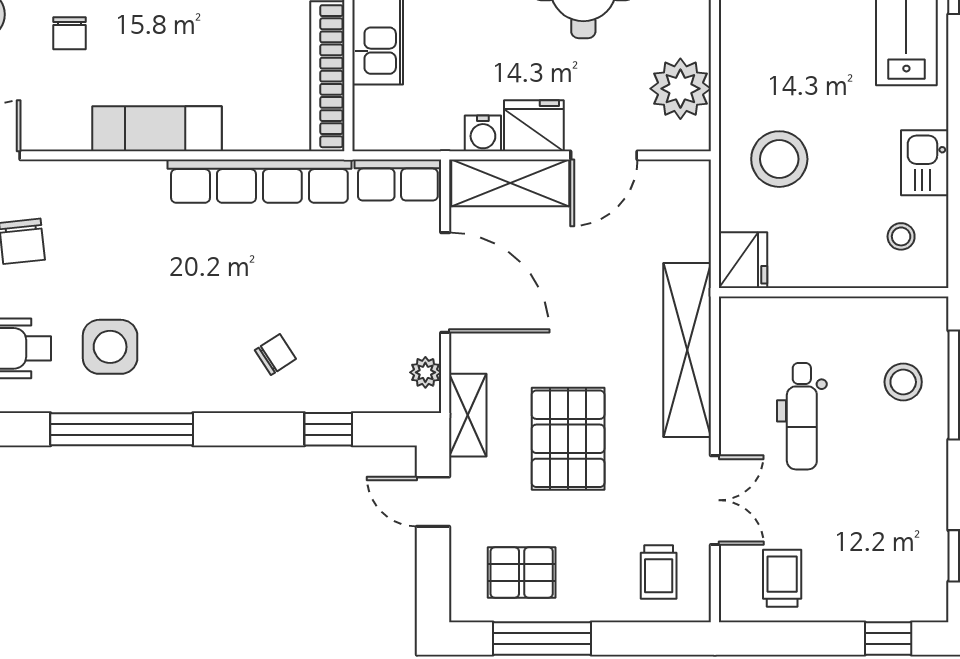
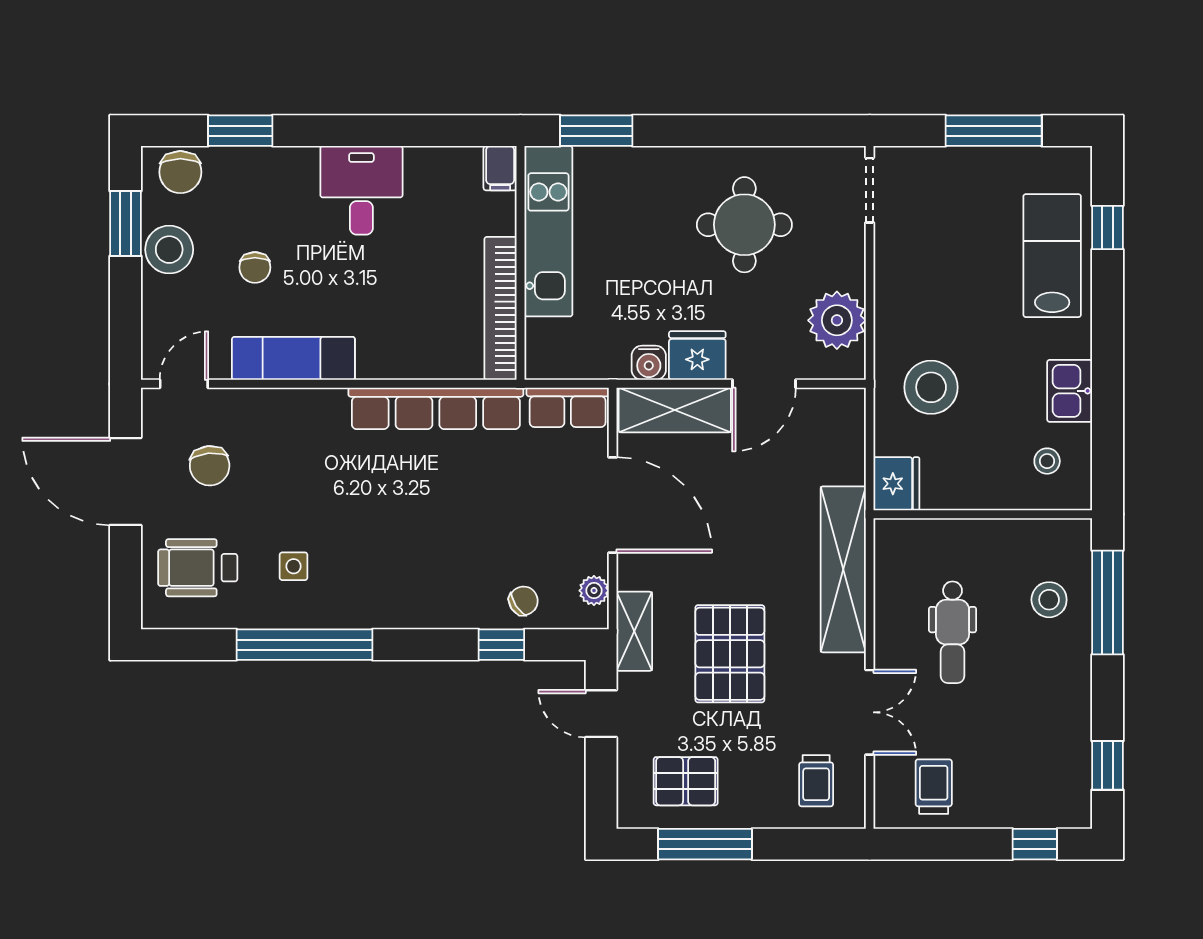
exam couch: (157, 129) -> (293, 358), moved
side table: (110, 347) -> (294, 566), width x0.54, depth x0.54
chair: (275, 355) -> (523, 601), moved

